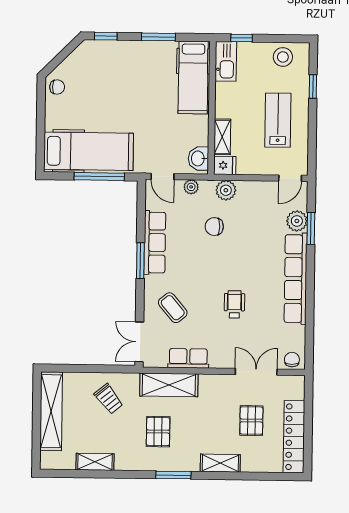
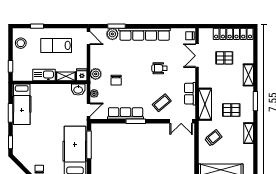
kitchen sink: (226, 61) -> (44, 75), moved
hospital bed: (193, 77) -> (22, 104), moved, turned 90
shelving: (95, 462) -> (249, 133), moved

